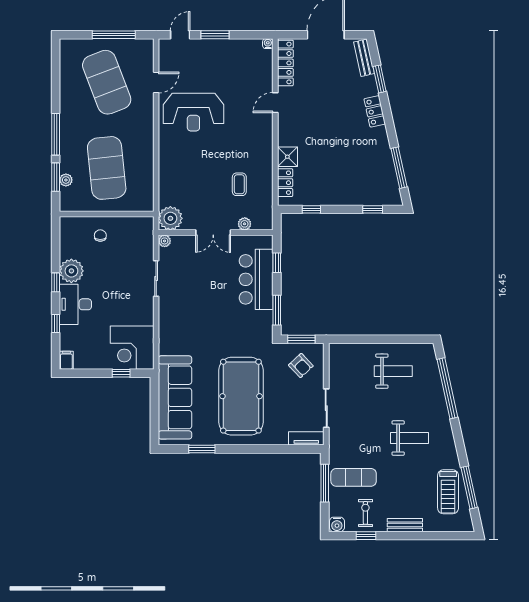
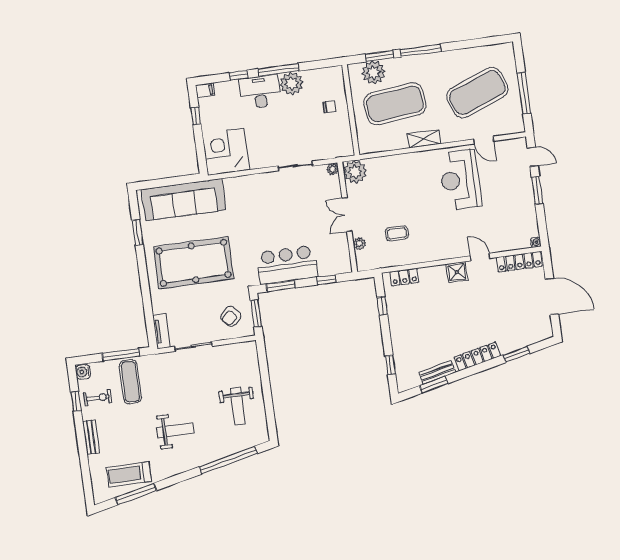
bench: (364, 58) -> (437, 372), moved
locker: (375, 111) -> (477, 357), width x1.53
shelving: (146, 143) -> (424, 139), added
shower: (287, 157) -> (457, 272), moved
window: (399, 168) -> (434, 385), width x0.69
plant: (66, 180) -> (373, 72), width x1.88, depth x1.88
bar counter: (256, 279) -> (287, 265), moved
window: (56, 282) -> (278, 70), width x2.17
window: (121, 373) -> (196, 116), moved
weight bench: (409, 438) -> (175, 430), turned -90

